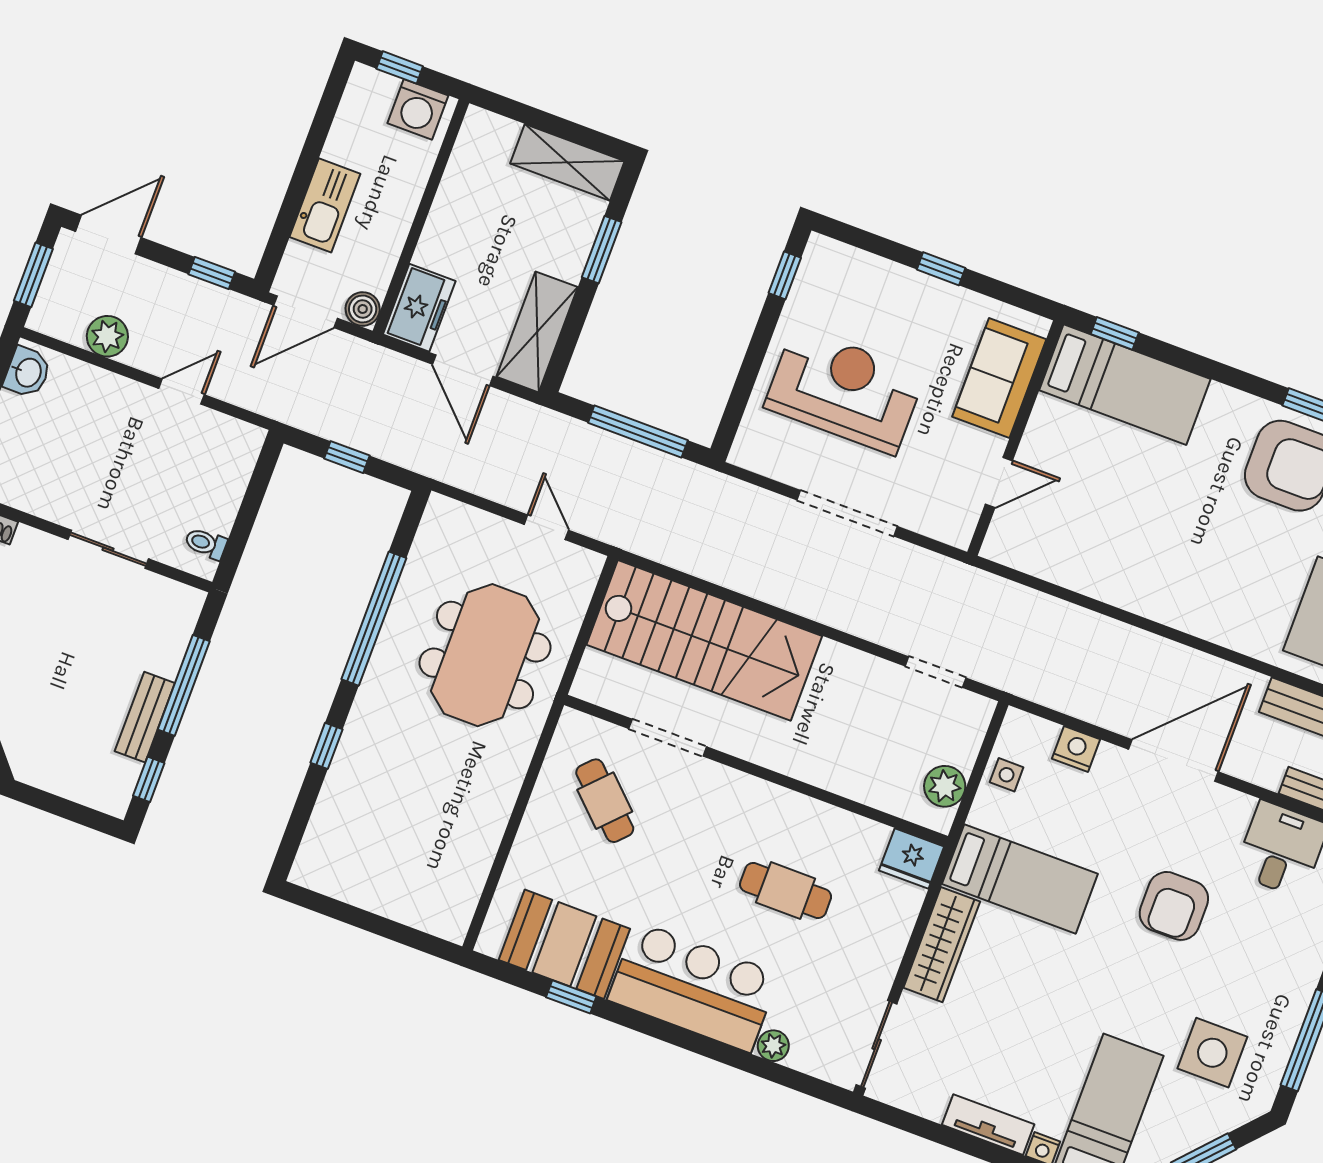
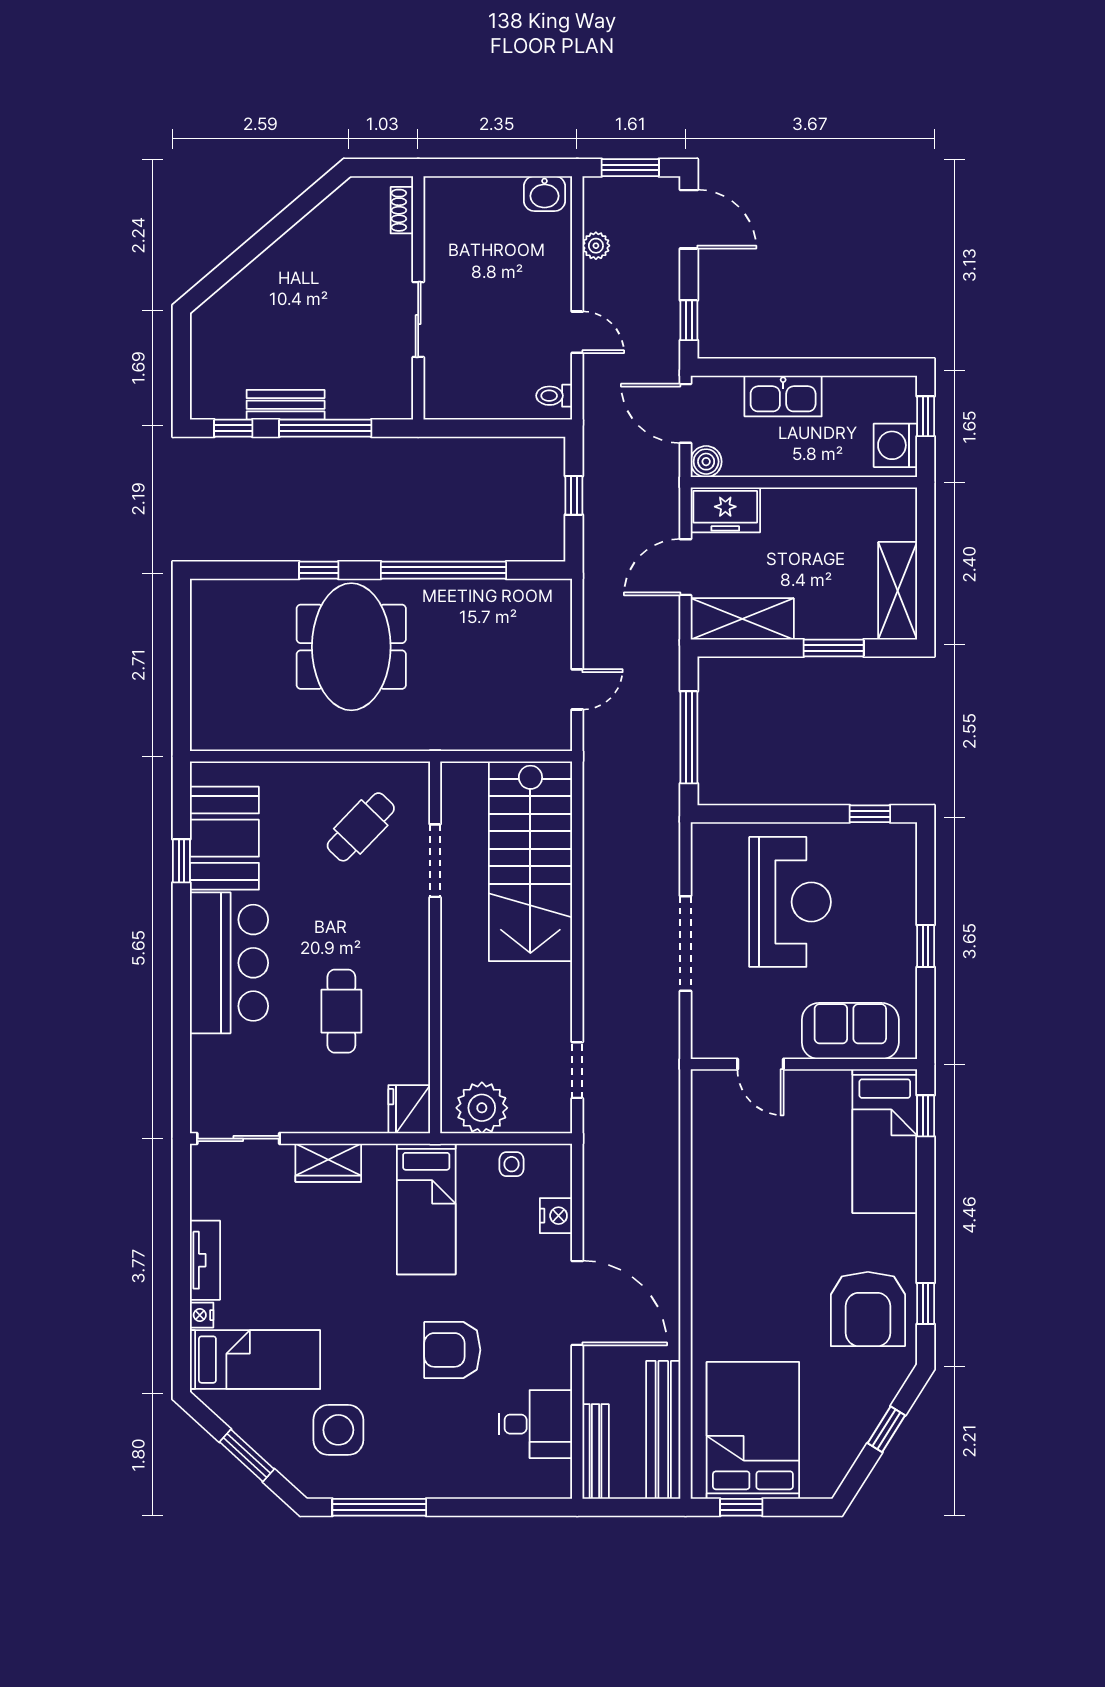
plant: (107, 336) -> (596, 246), width x0.73, depth x0.73
toilet: (206, 544) -> (554, 396), moved, turned -90
meeting table: (485, 655) -> (351, 647), moved, turned 90
plant: (945, 786) -> (482, 1108), width x1.36, depth x1.36
wardrobe: (942, 945) -> (328, 1163), width x0.67
plant: (773, 1046) -> (204, 1050), removed

